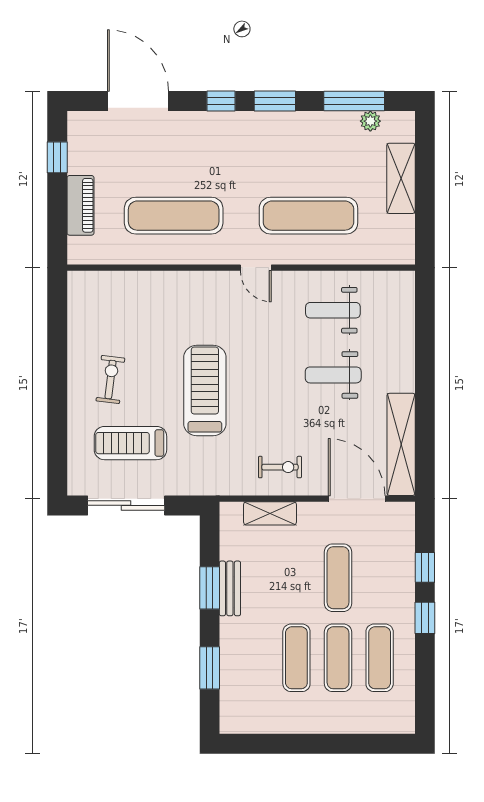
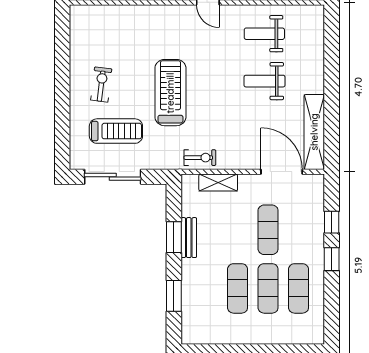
treadmill: (130, 443) -> (116, 131), turned 180
exercise bike: (280, 467) -> (200, 158), moved

